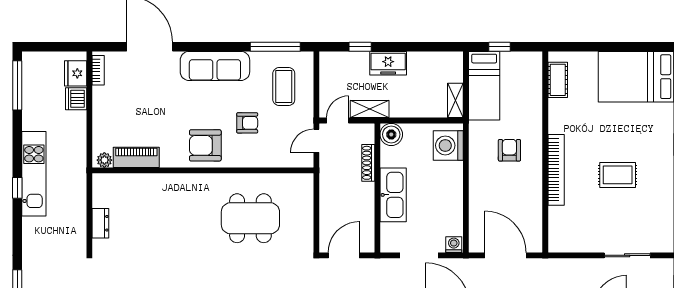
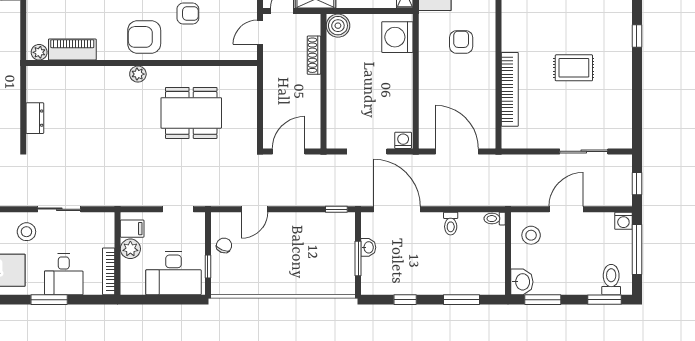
bookcase: (556, 170) -> (510, 89), moved
plant: (199, 181) -> (138, 74), added
kitchen sink: (393, 195) -> (340, 89), removed

